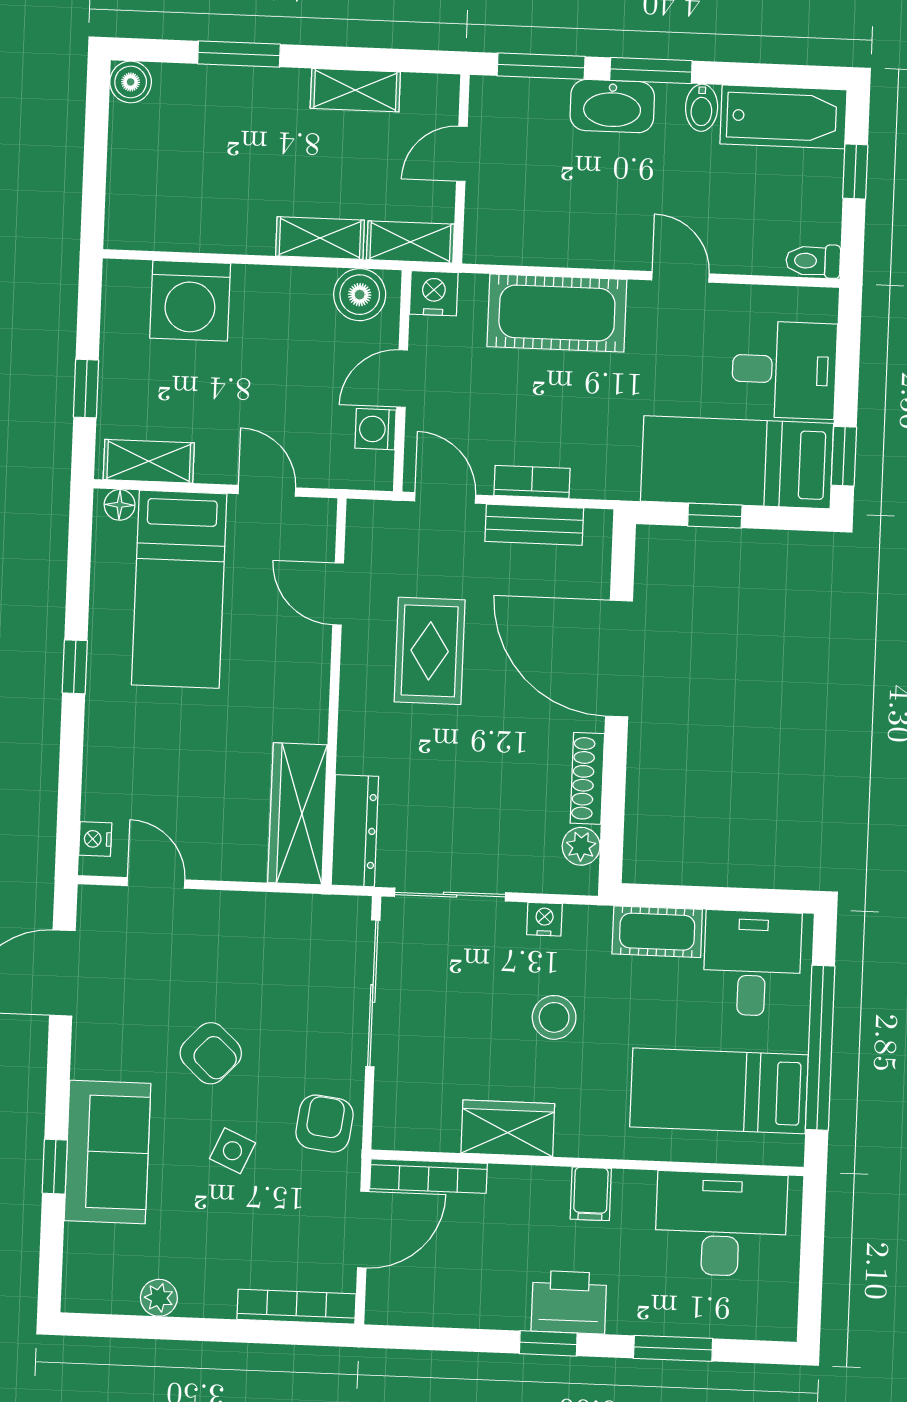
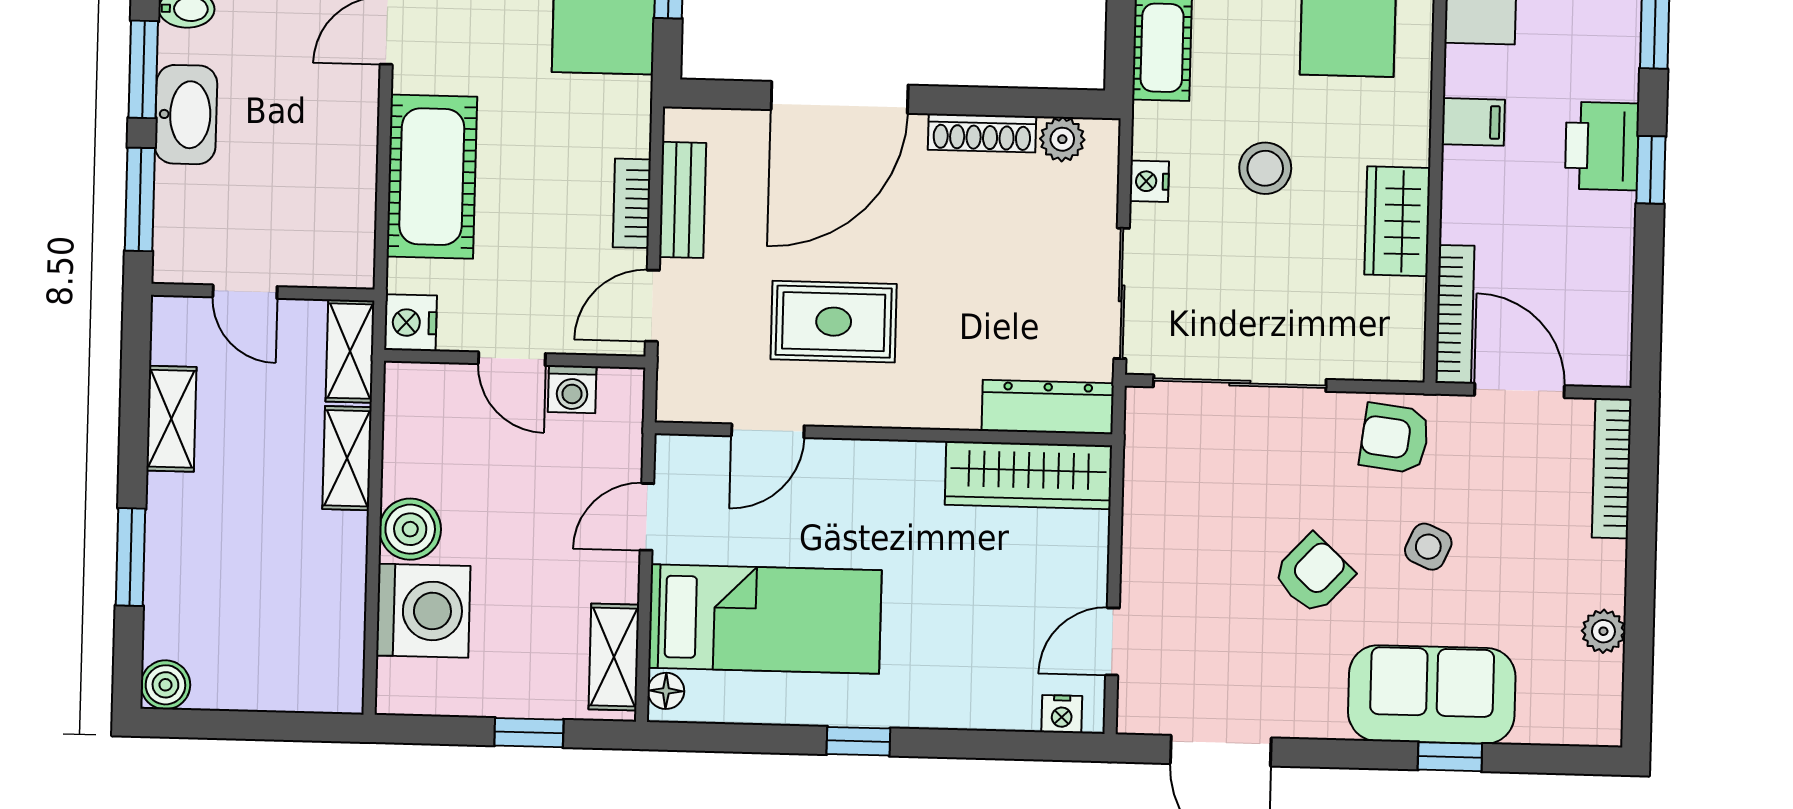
boiler: (360, 295) -> (410, 529), moved

